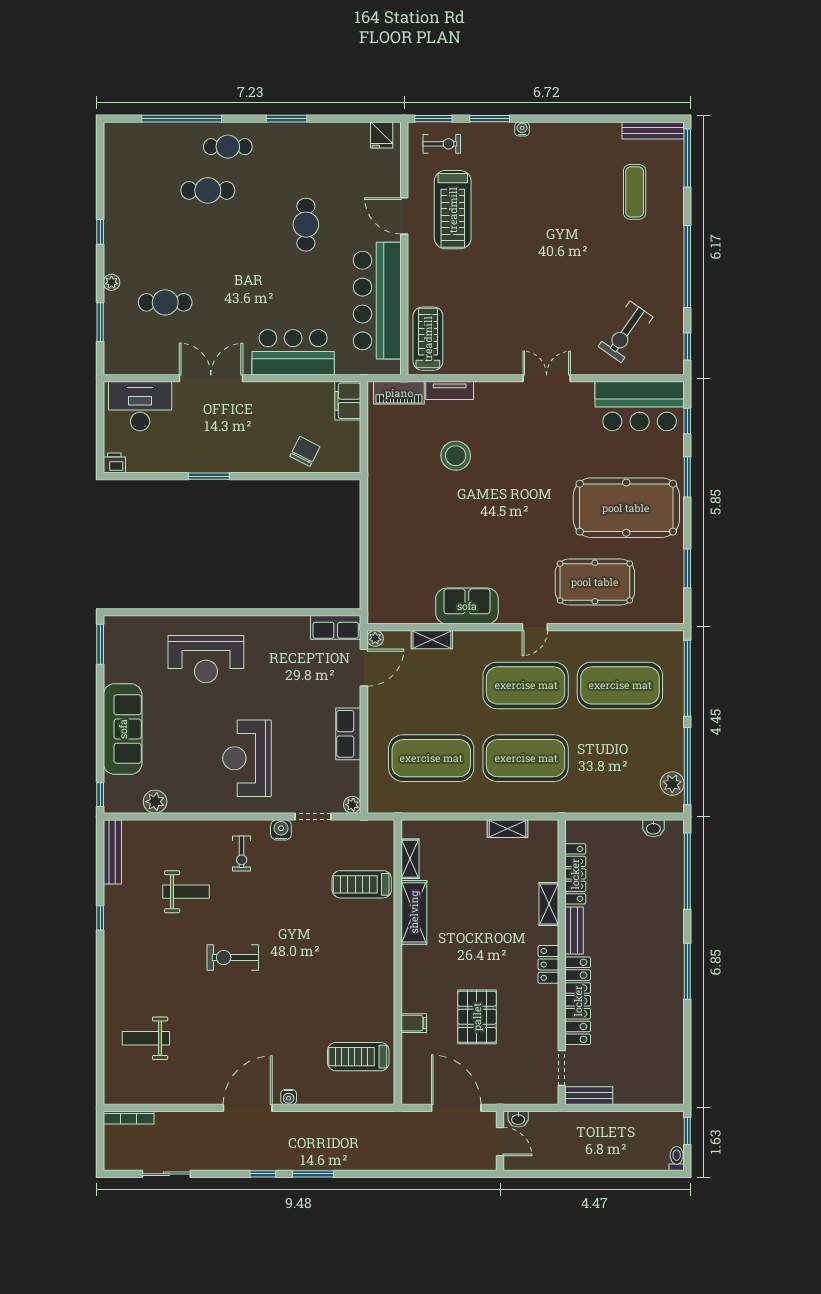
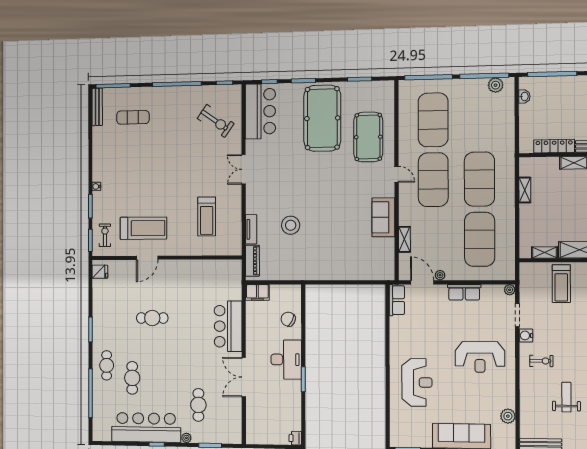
bar counter: (377, 301) -> (146, 427), moved, turned 180
treadmill: (428, 339) -> (207, 216), moved, turned -90
desk: (140, 406) -> (286, 360), moved, turned 180
plant: (375, 638) -> (440, 275), moved

